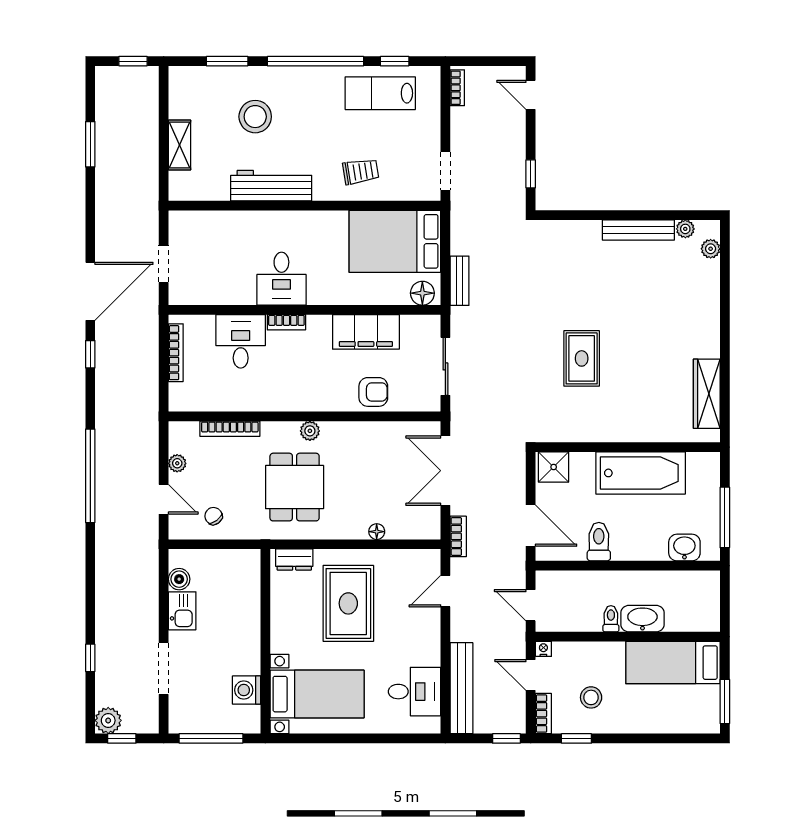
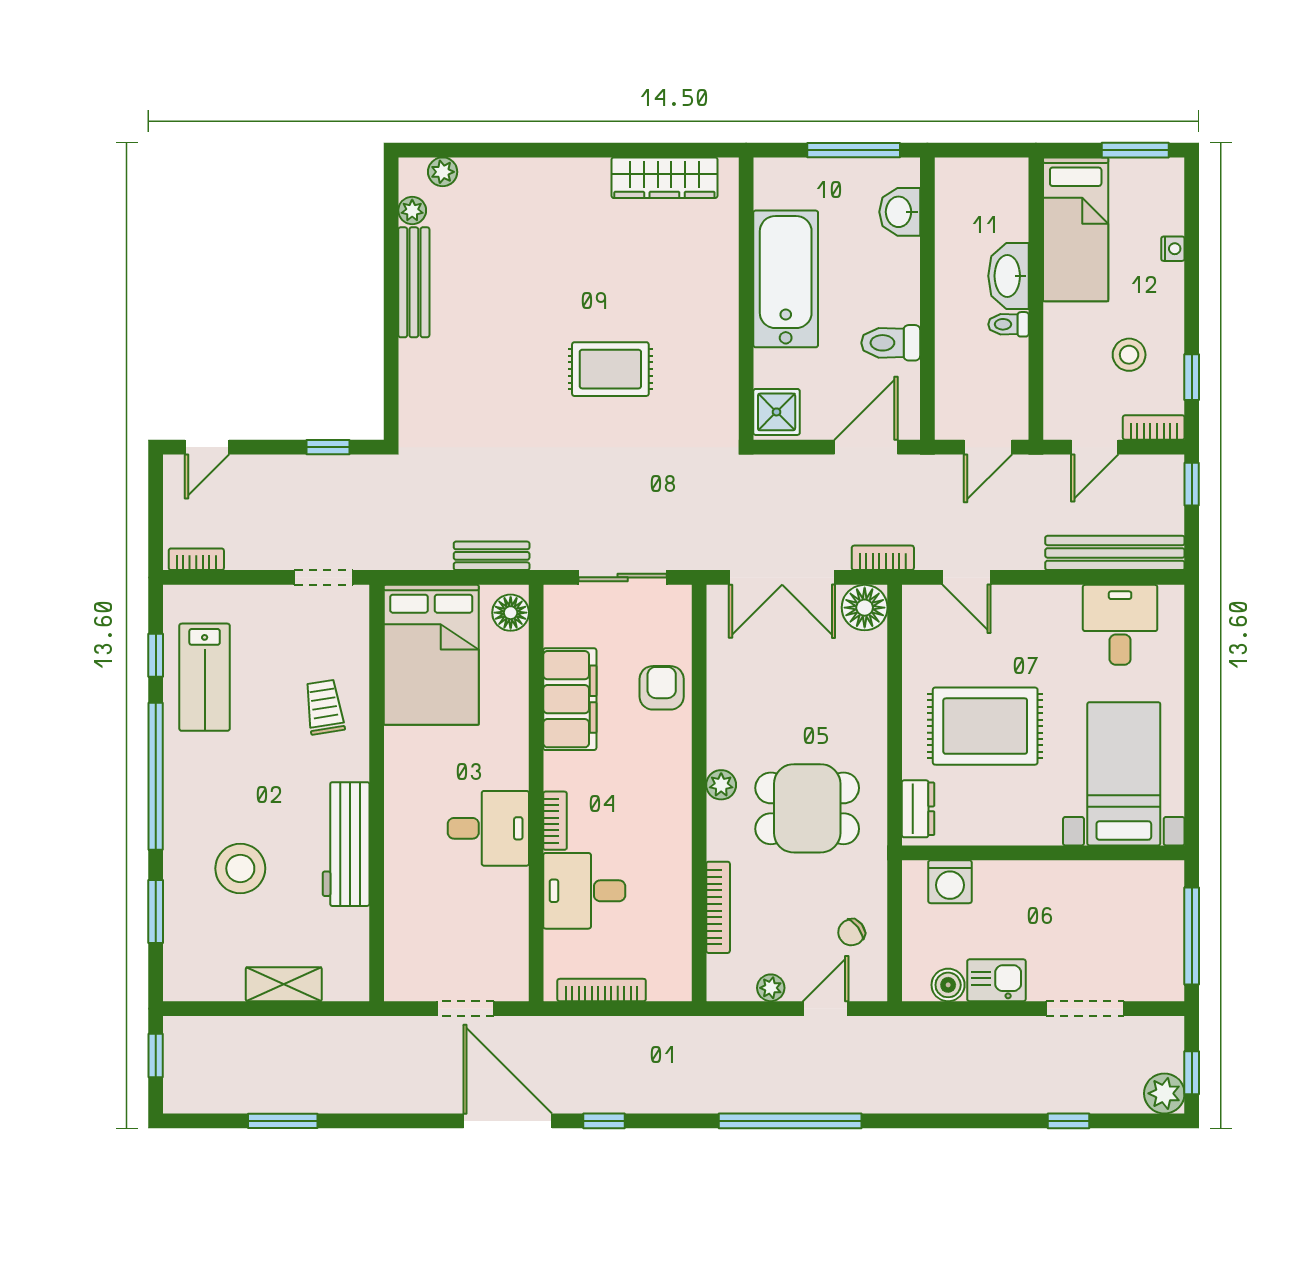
floor lamp: (377, 532) -> (865, 608), moved, width x1.89, depth x1.89
nightstand: (543, 649) -> (1173, 249), moved, turned 180
washing machine: (247, 690) -> (950, 882), moved

